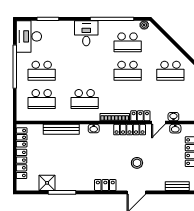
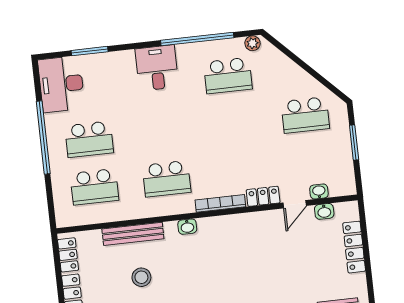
school desk: (128, 71) -> (233, 123), removed
locker: (130, 130) -> (248, 222), removed
stool: (137, 163) -> (141, 277), moved

